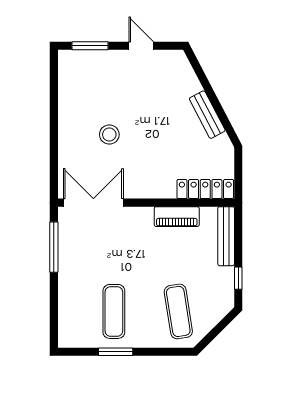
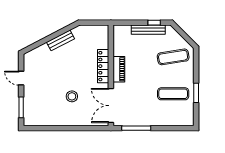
door: (141, 46) -> (21, 78), hinge flipped
locker: (205, 189) -> (103, 66), moved
piano: (177, 217) -> (119, 69), moved
bench: (226, 236) -> (148, 30), moved

